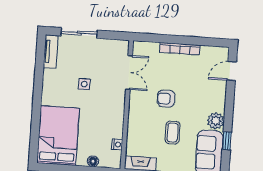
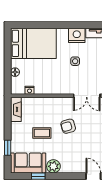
nightstand: (52, 80) -> (77, 35), added
armchair: (166, 99) -> (68, 126), turned -106

